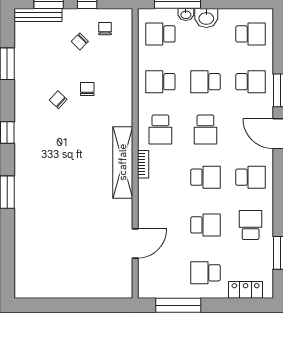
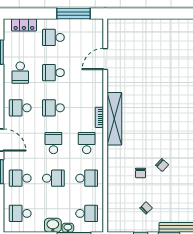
chair: (105, 29) -> (127, 217), removed
school desk: (205, 273) -> (53, 37), turned 180

